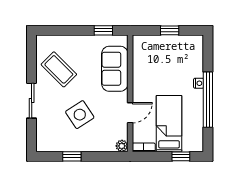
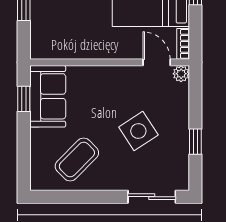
sofa: (115, 69) -> (48, 96), moved, turned -90
sliding door: (32, 101) -> (152, 197), moved
door: (130, 113) -> (157, 62), moved

